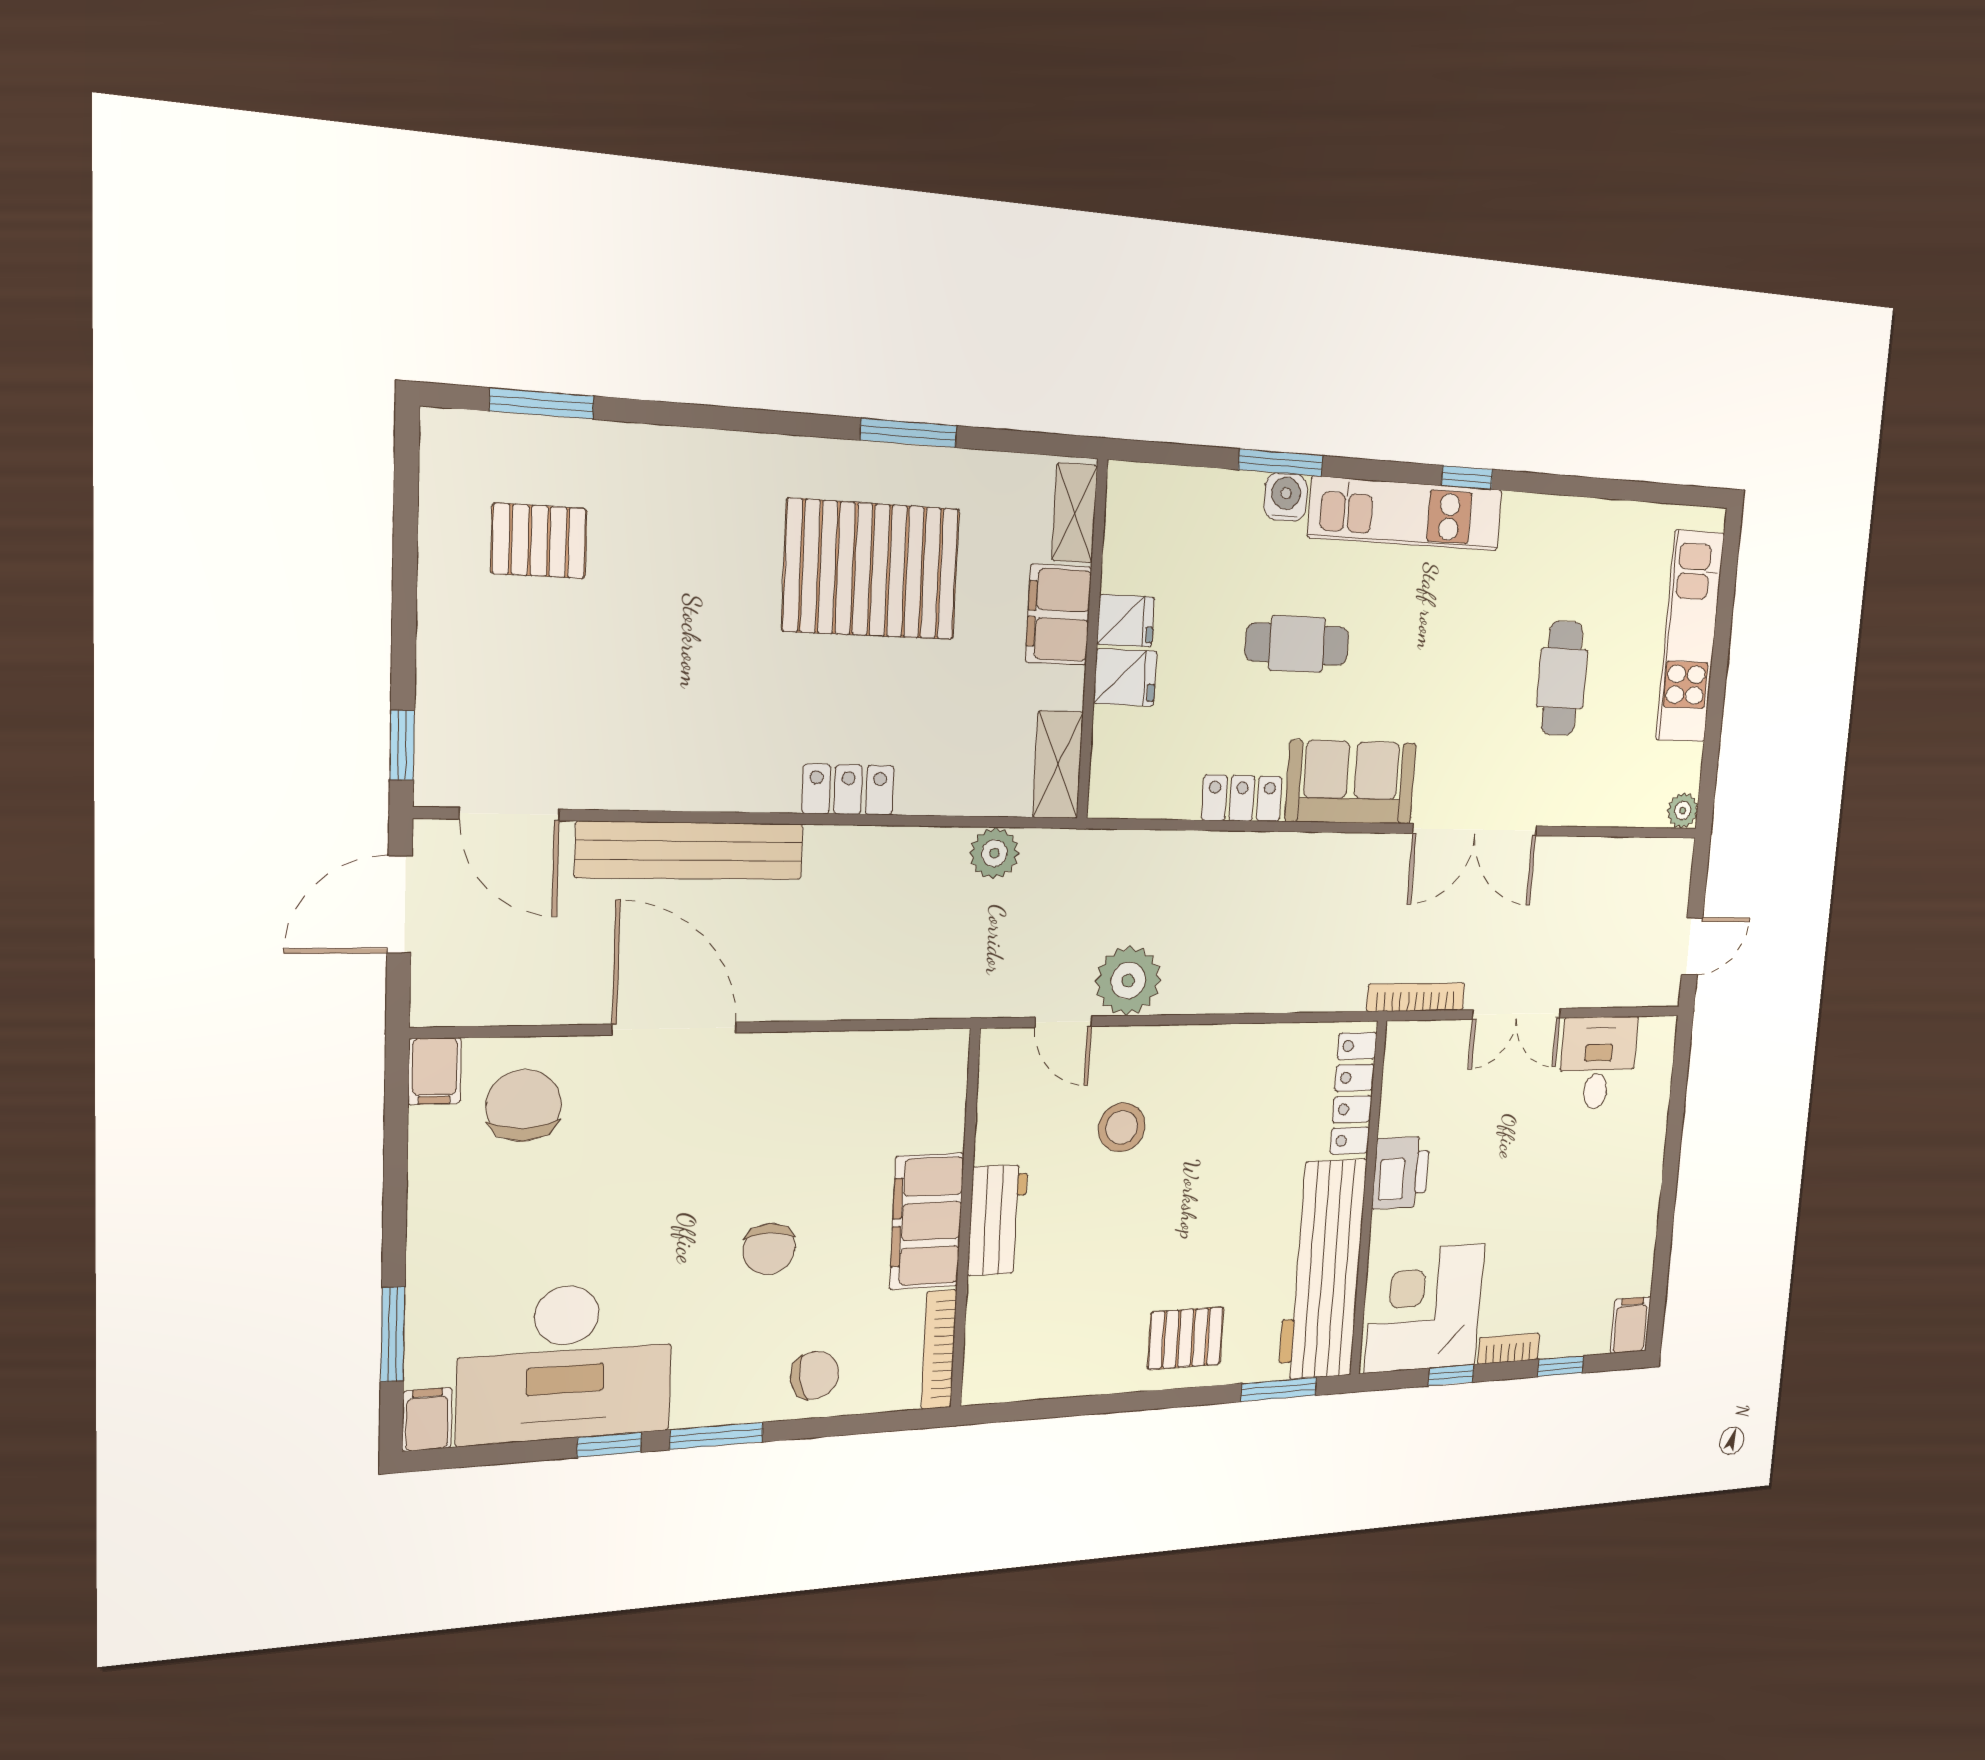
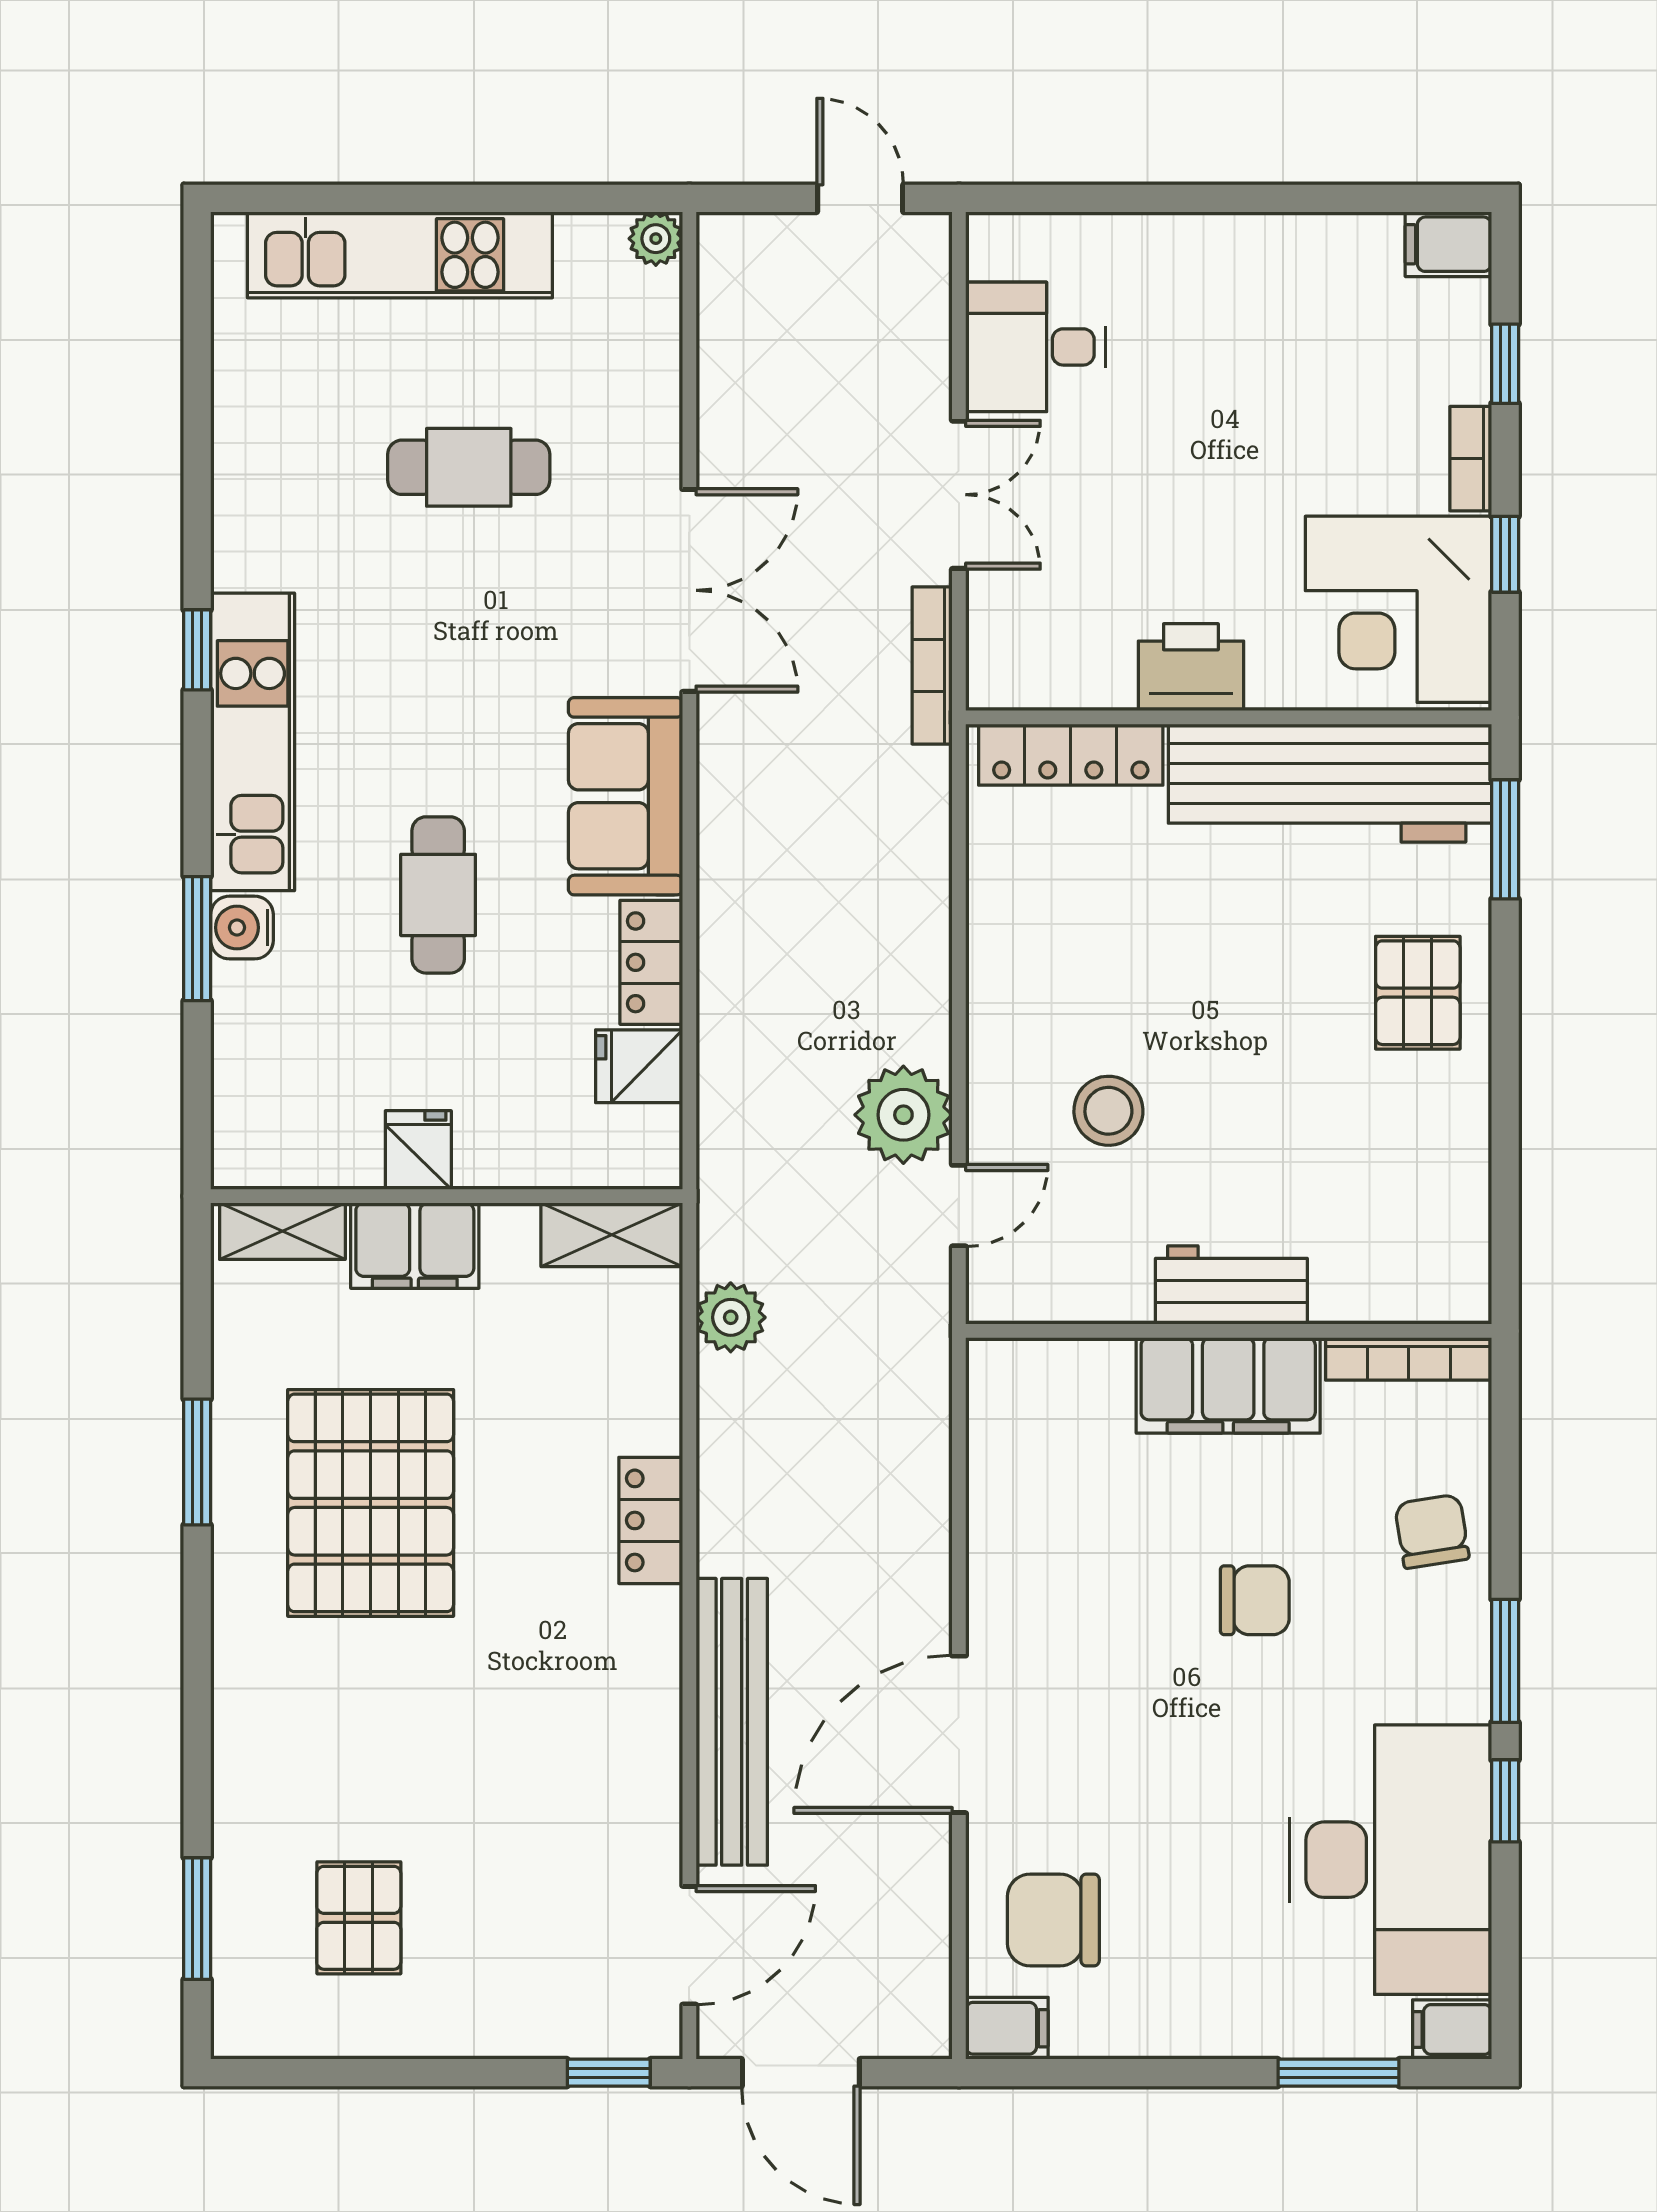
fridge: (1125, 677) -> (639, 1066), moved, turned -90

